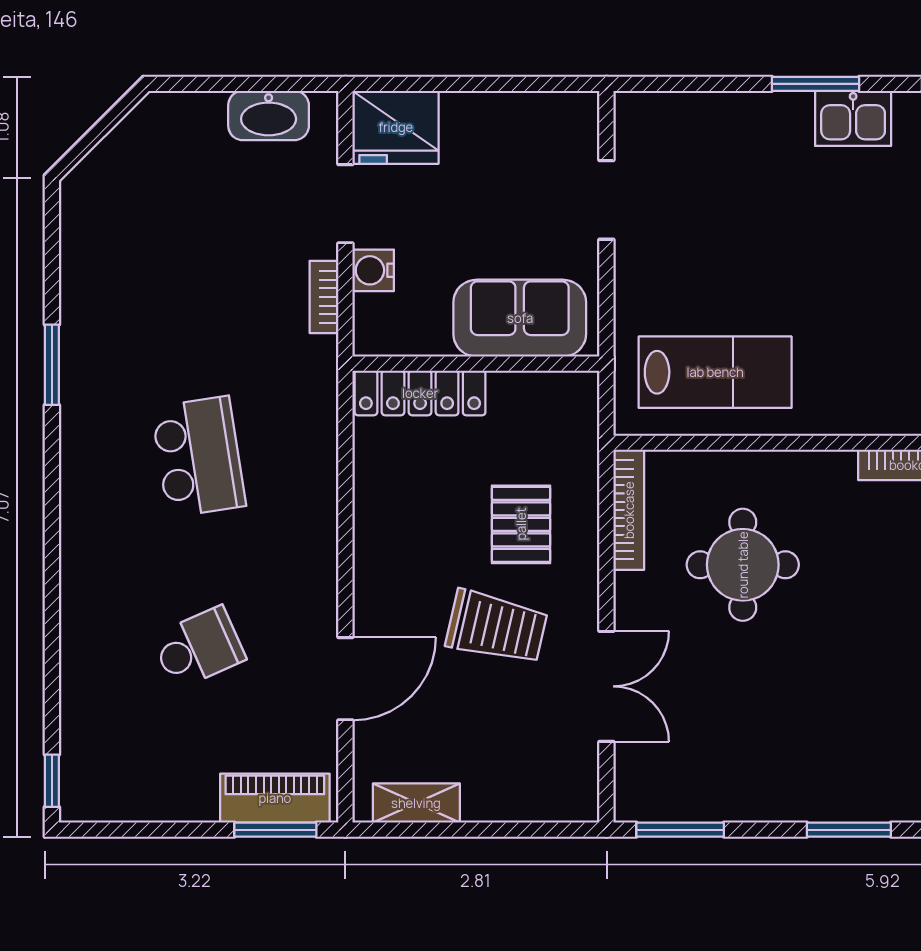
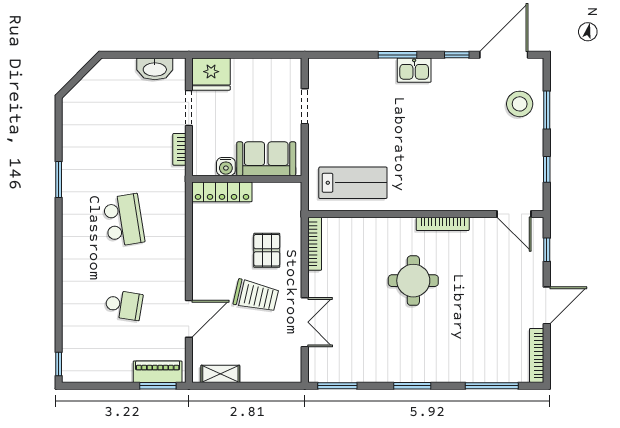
water cooler: (373, 270) -> (226, 167), moved, turned -90
round table: (743, 565) -> (413, 281), moved
school desk: (199, 648) -> (124, 305), turned 33

